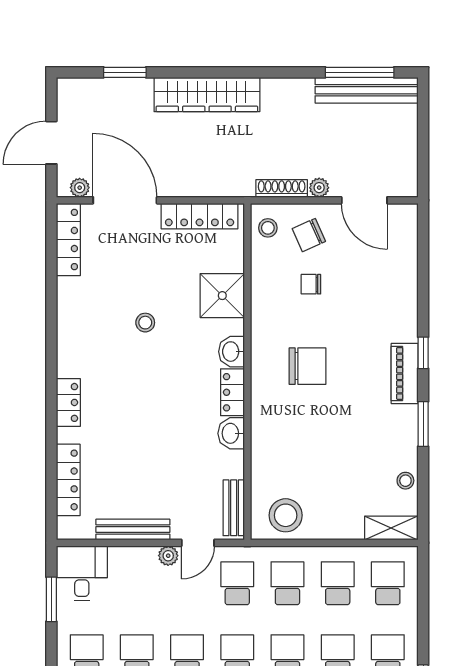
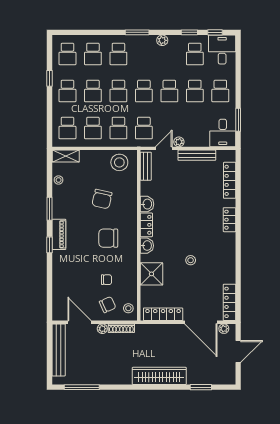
bench: (367, 90) -> (59, 350), moved, turned 90
chair: (320, 443) -> (102, 199), added

